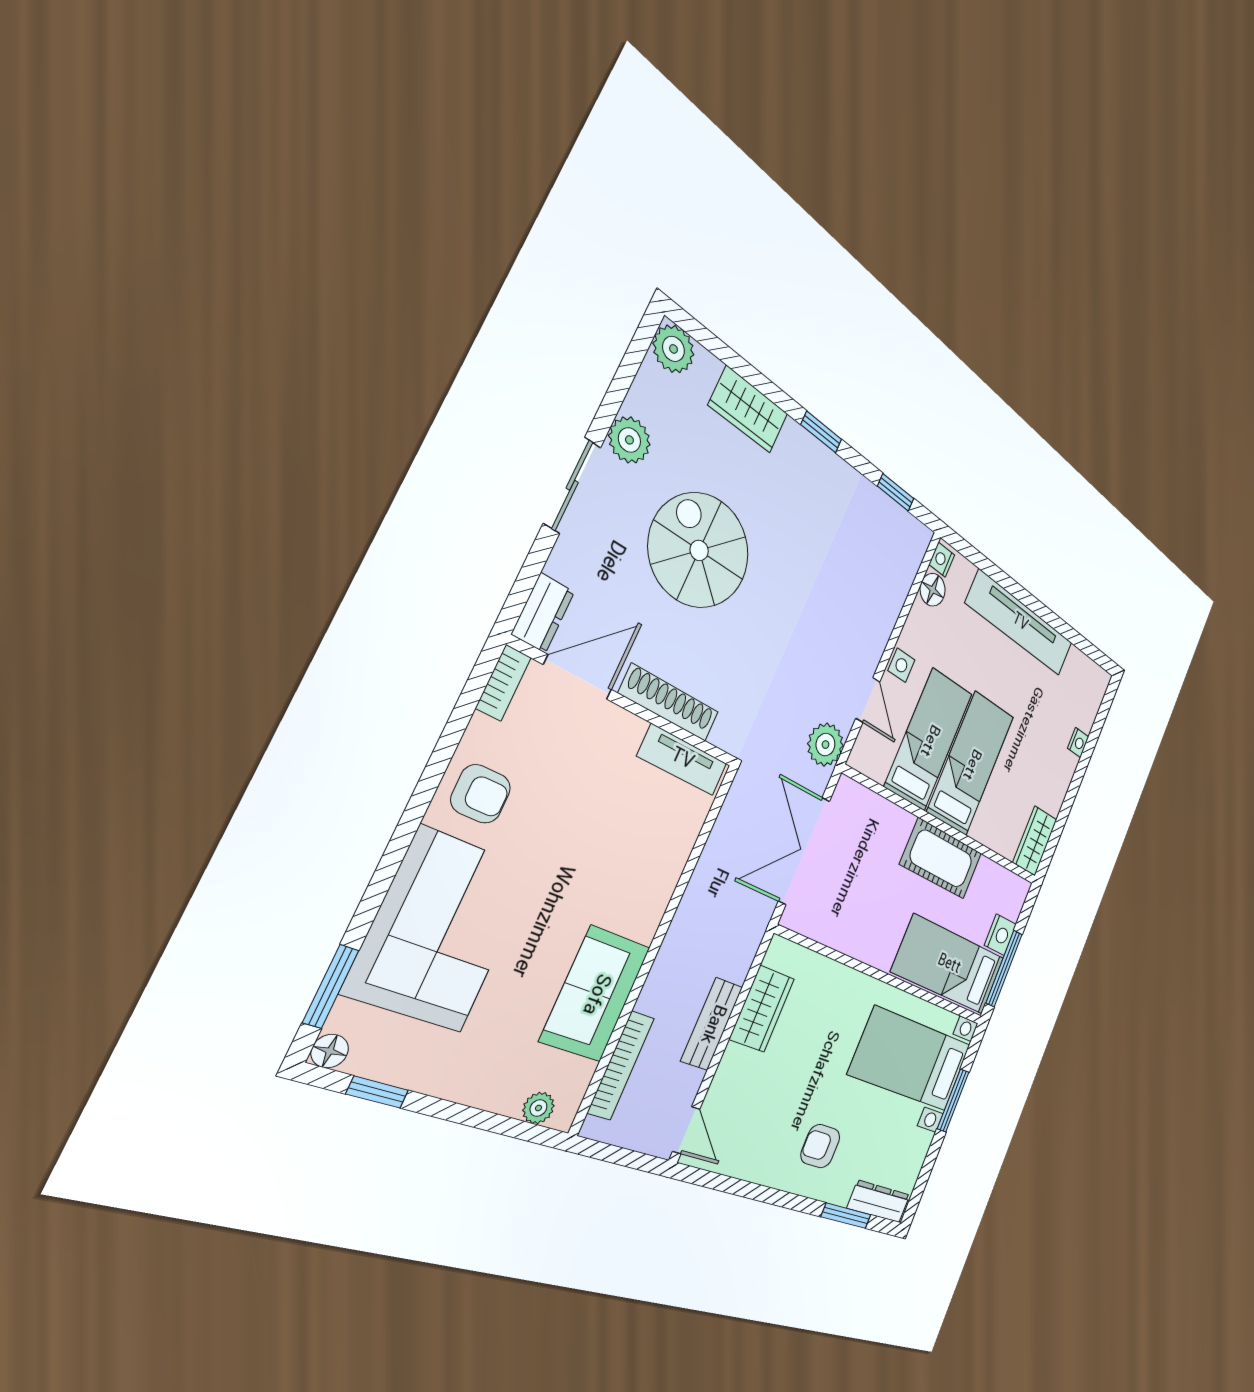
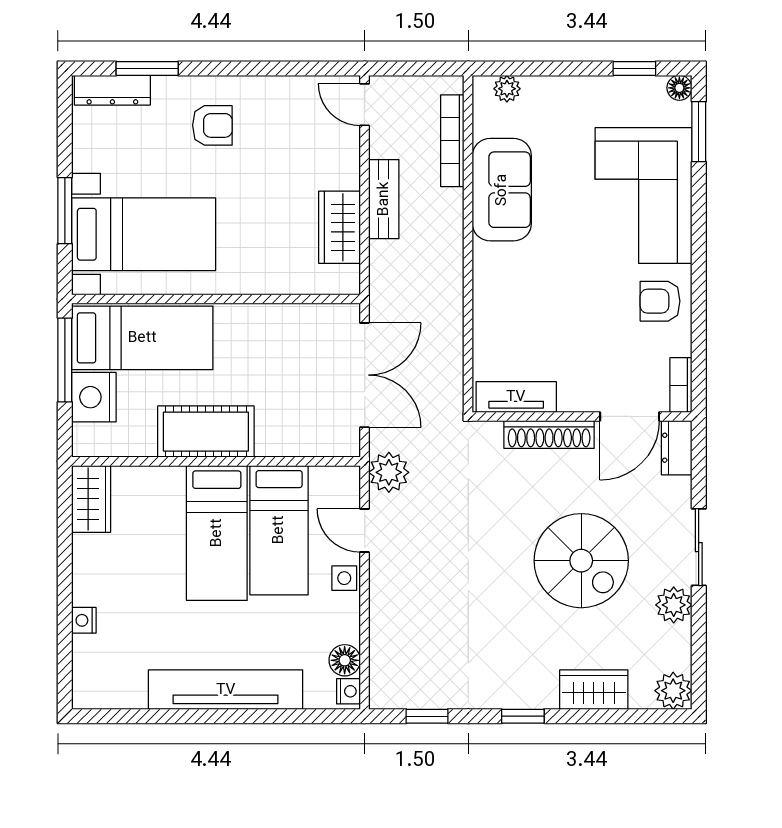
nightstand: (1000, 935) -> (94, 397), width x1.36, depth x1.33

